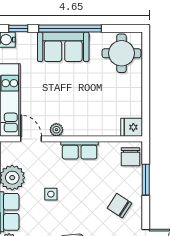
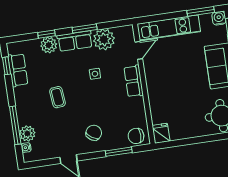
plant: (56, 130) -> (150, 71), removed
row of seats: (80, 150) -> (134, 81), moved

